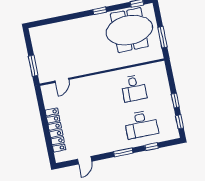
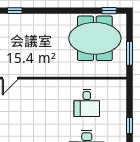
window: (100, 11) -> (15, 11), moved

